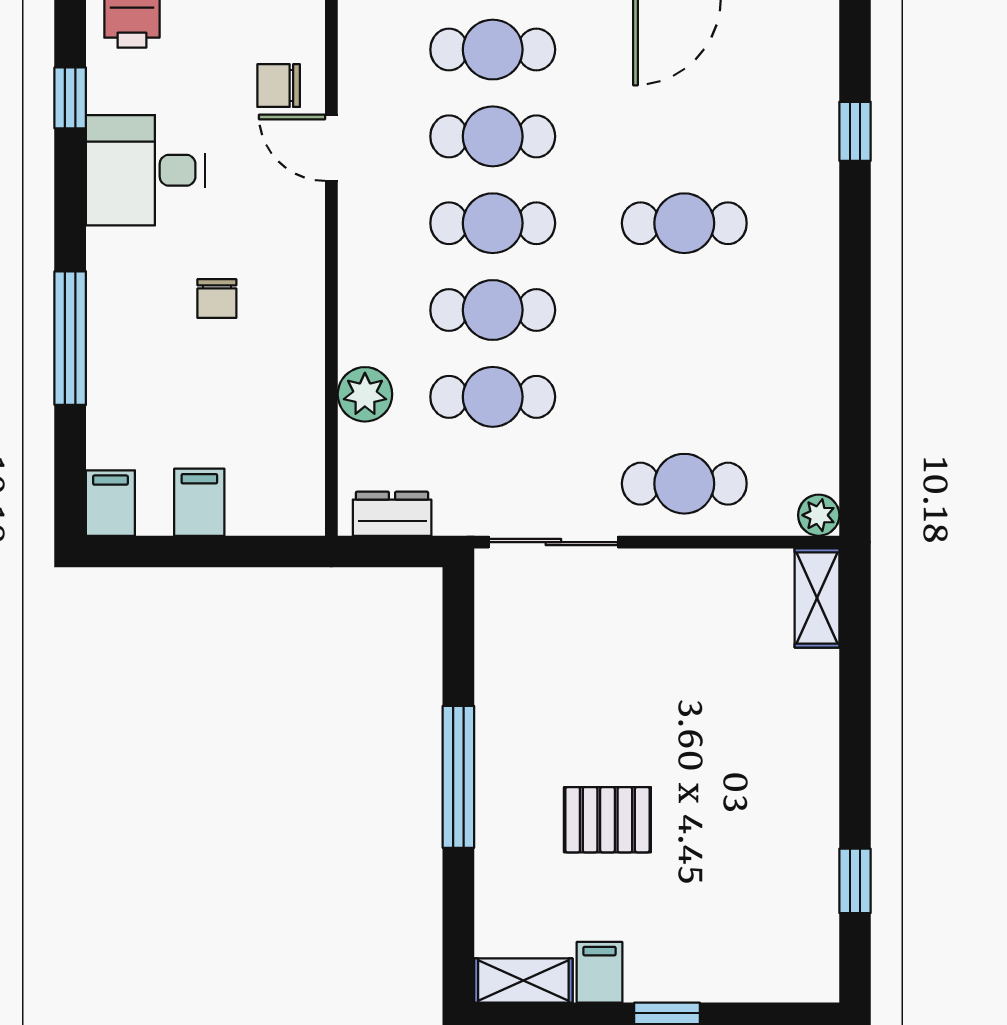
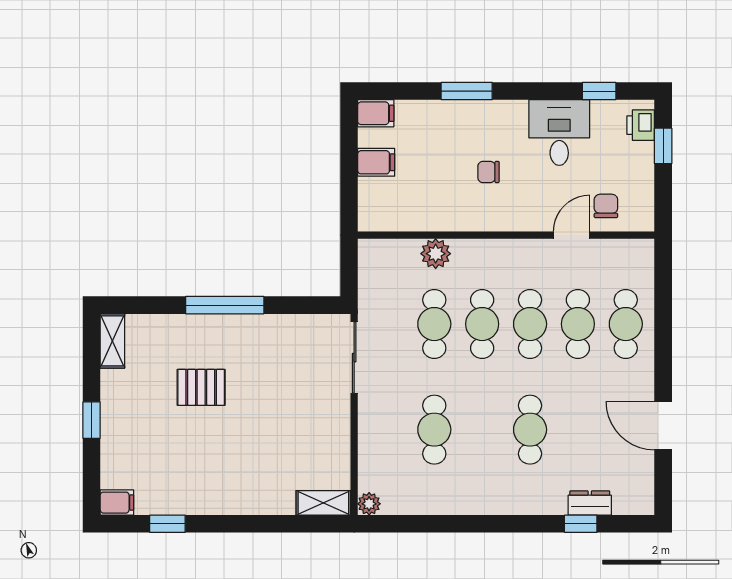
window: (70, 338) -> (467, 91), width x0.69
cafe table: (684, 484) -> (434, 430), moved
dresser: (392, 514) -> (590, 503), moved, turned -90
pallet: (607, 820) -> (201, 387), turned 90
filing cabinet: (599, 972) -> (117, 503), moved

